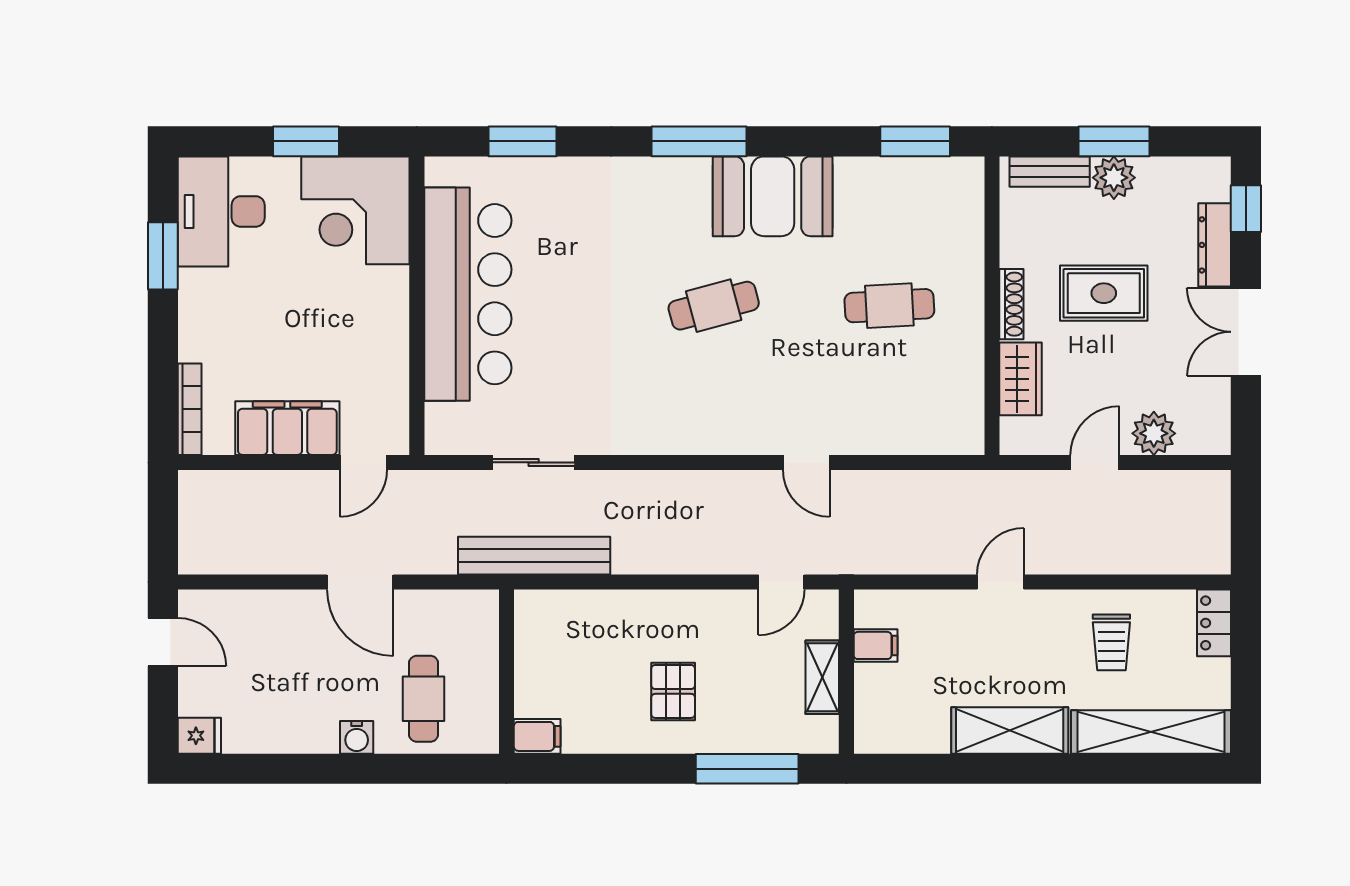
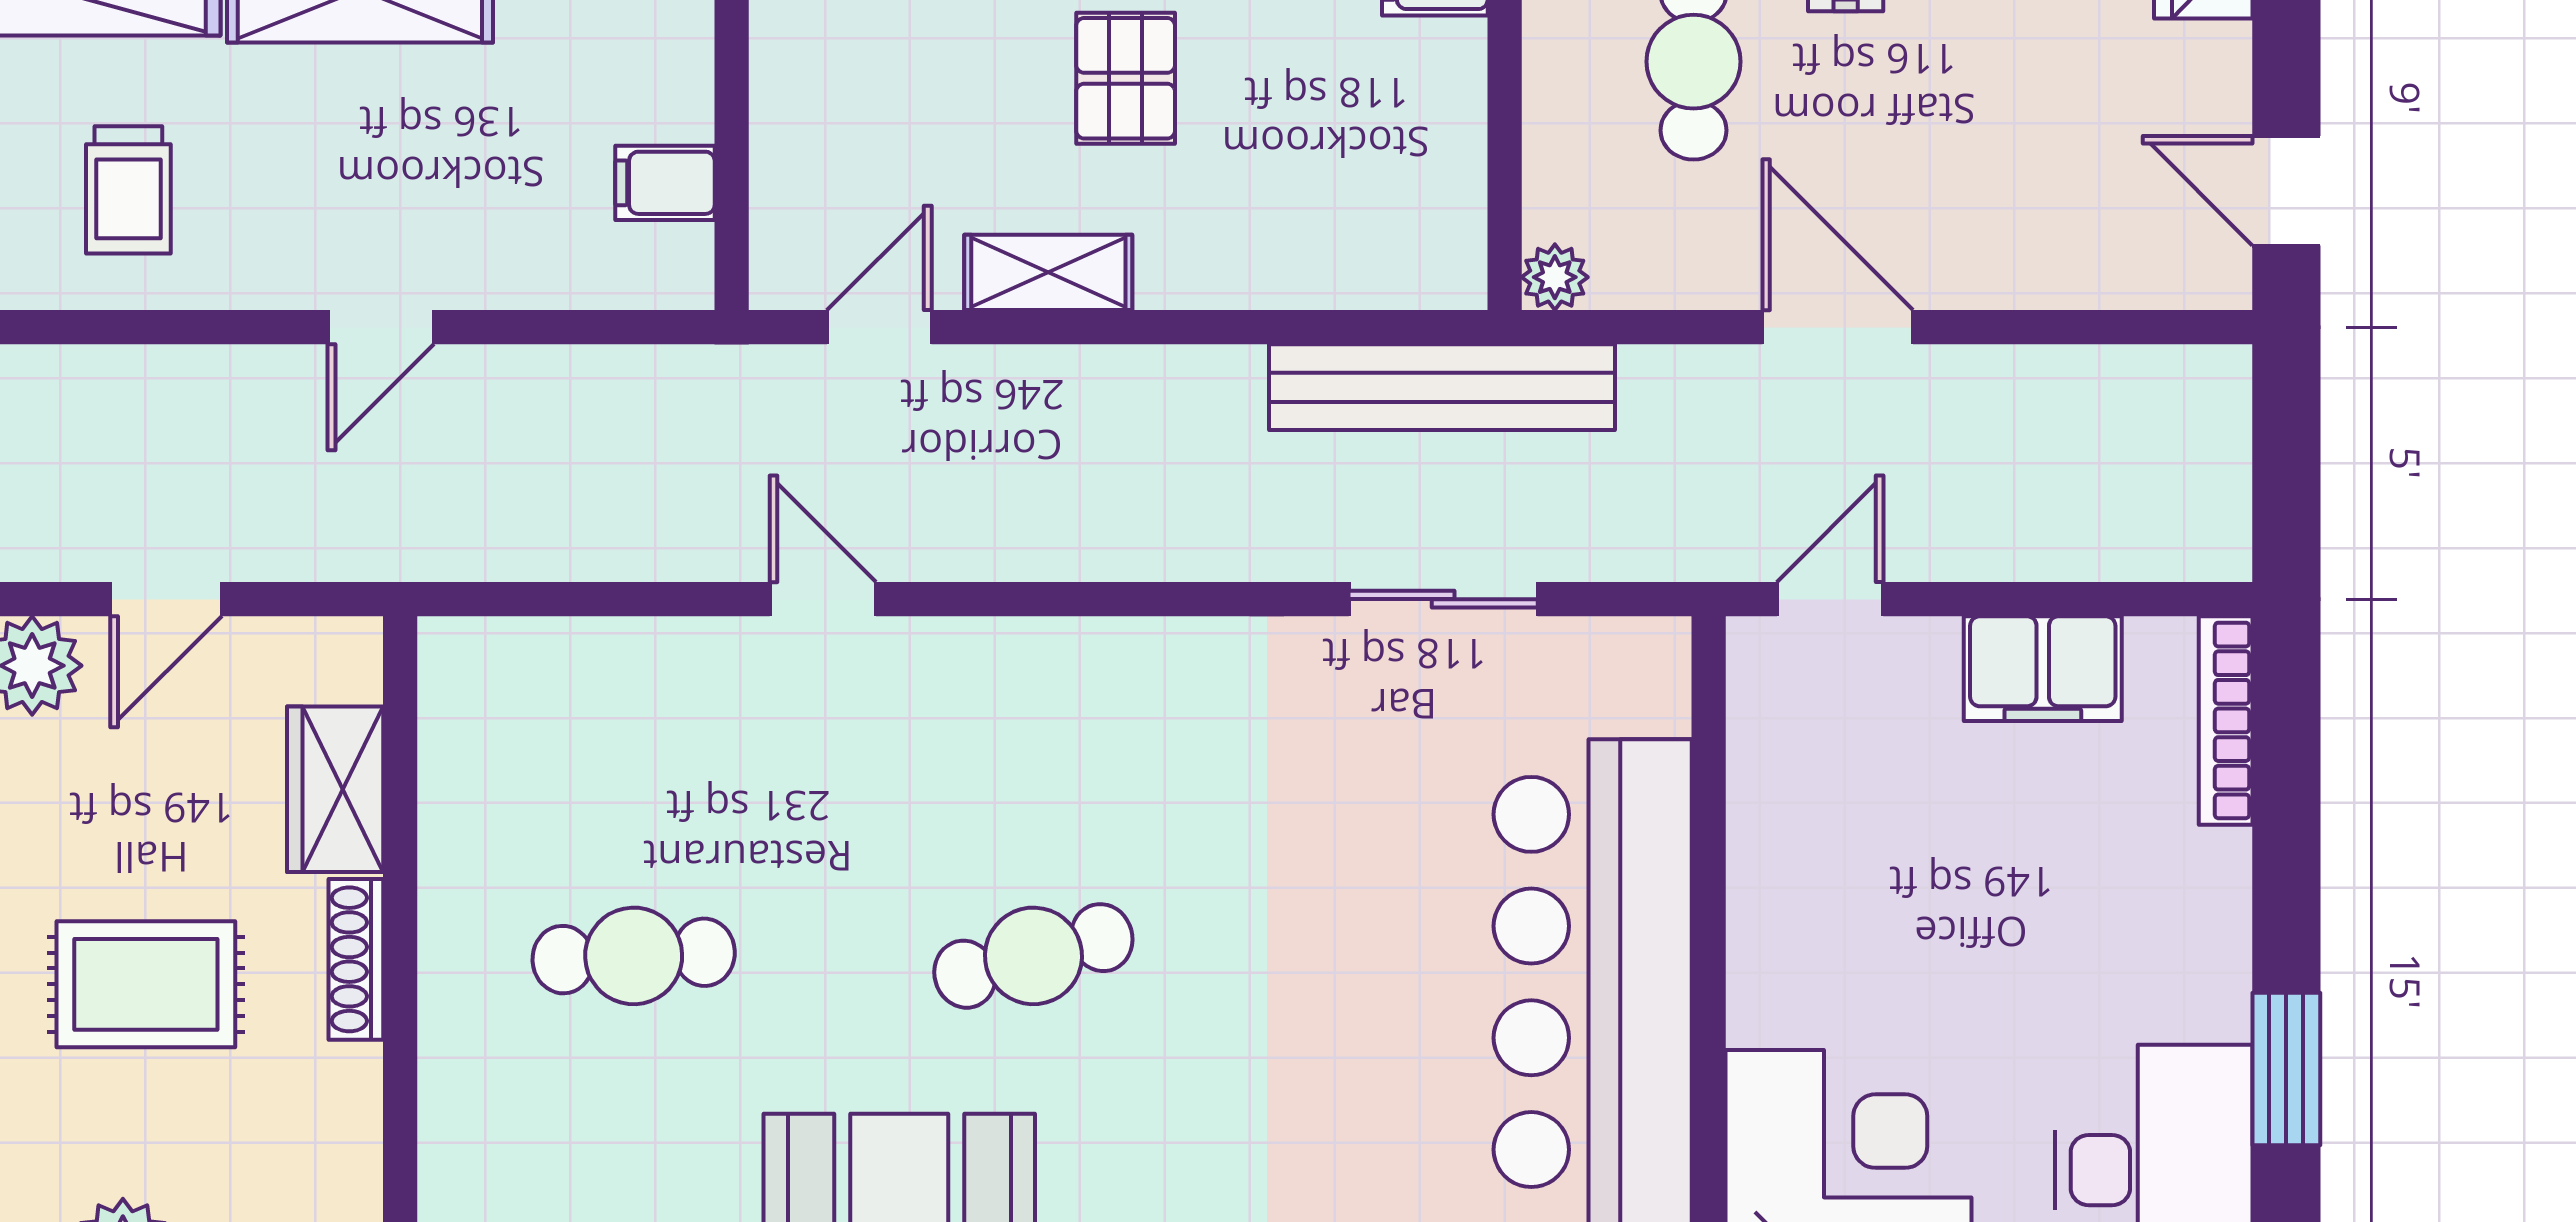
filing cabinet: (287, 428) -> (2043, 669), width x0.67, depth x0.86
plant: (484, 604) -> (1555, 277), added
trolley: (1111, 642) -> (128, 190), turned 180
shelving: (822, 677) -> (1048, 272), moved, turned 90

